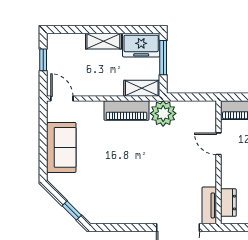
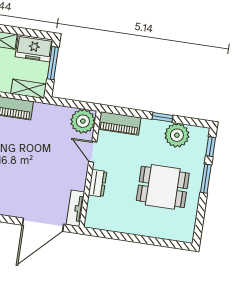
plant: (163, 113) -> (83, 121), moved
dresser: (228, 203) -> (98, 183), moved

